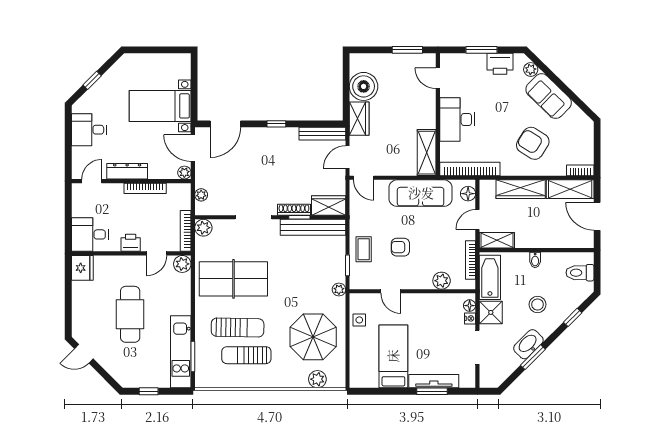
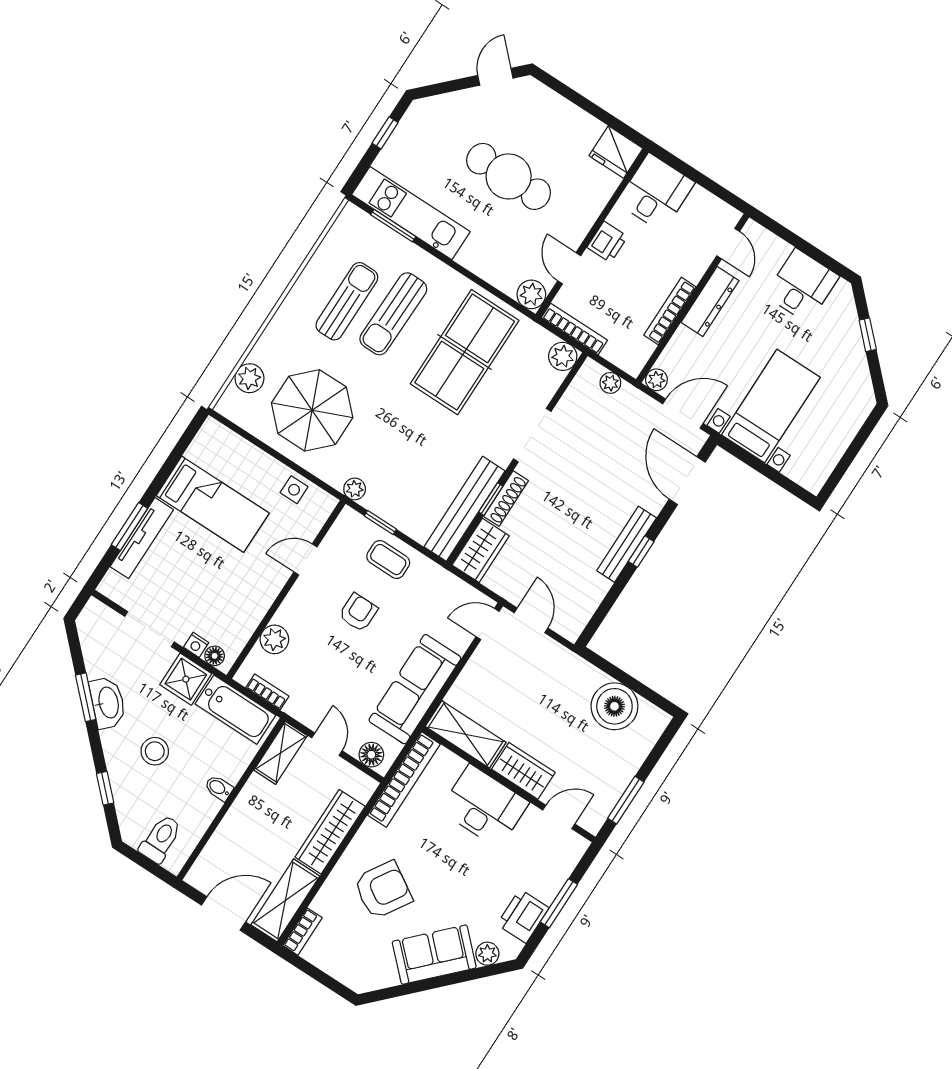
wardrobe: (359, 119) -> (523, 771), moved, turned 180
bench: (322, 134) -> (627, 544), moved
bookcase: (470, 260) -> (267, 692), width x0.64

